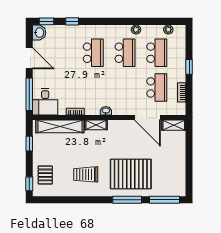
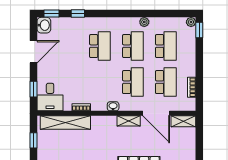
plant: (168, 30) -> (191, 22), moved
door: (29, 58) -> (34, 52), hinge flipped
window: (189, 67) -> (199, 30), moved
school desk: (125, 87) -> (133, 82), added
window: (29, 94) -> (34, 89), width x0.46
shelving: (96, 125) -> (129, 121), moved

